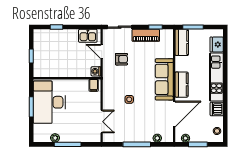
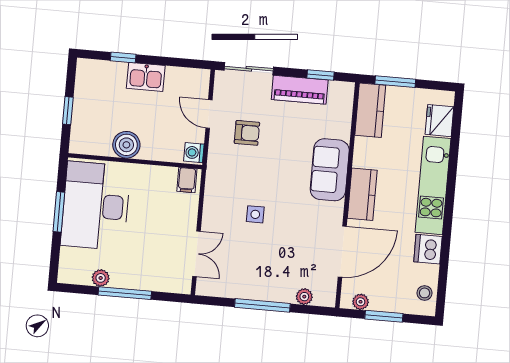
kitchen sink: (88, 36) -> (146, 77), moved
boiler: (62, 70) -> (126, 145), added
sofa: (164, 79) -> (330, 170), width x0.73

